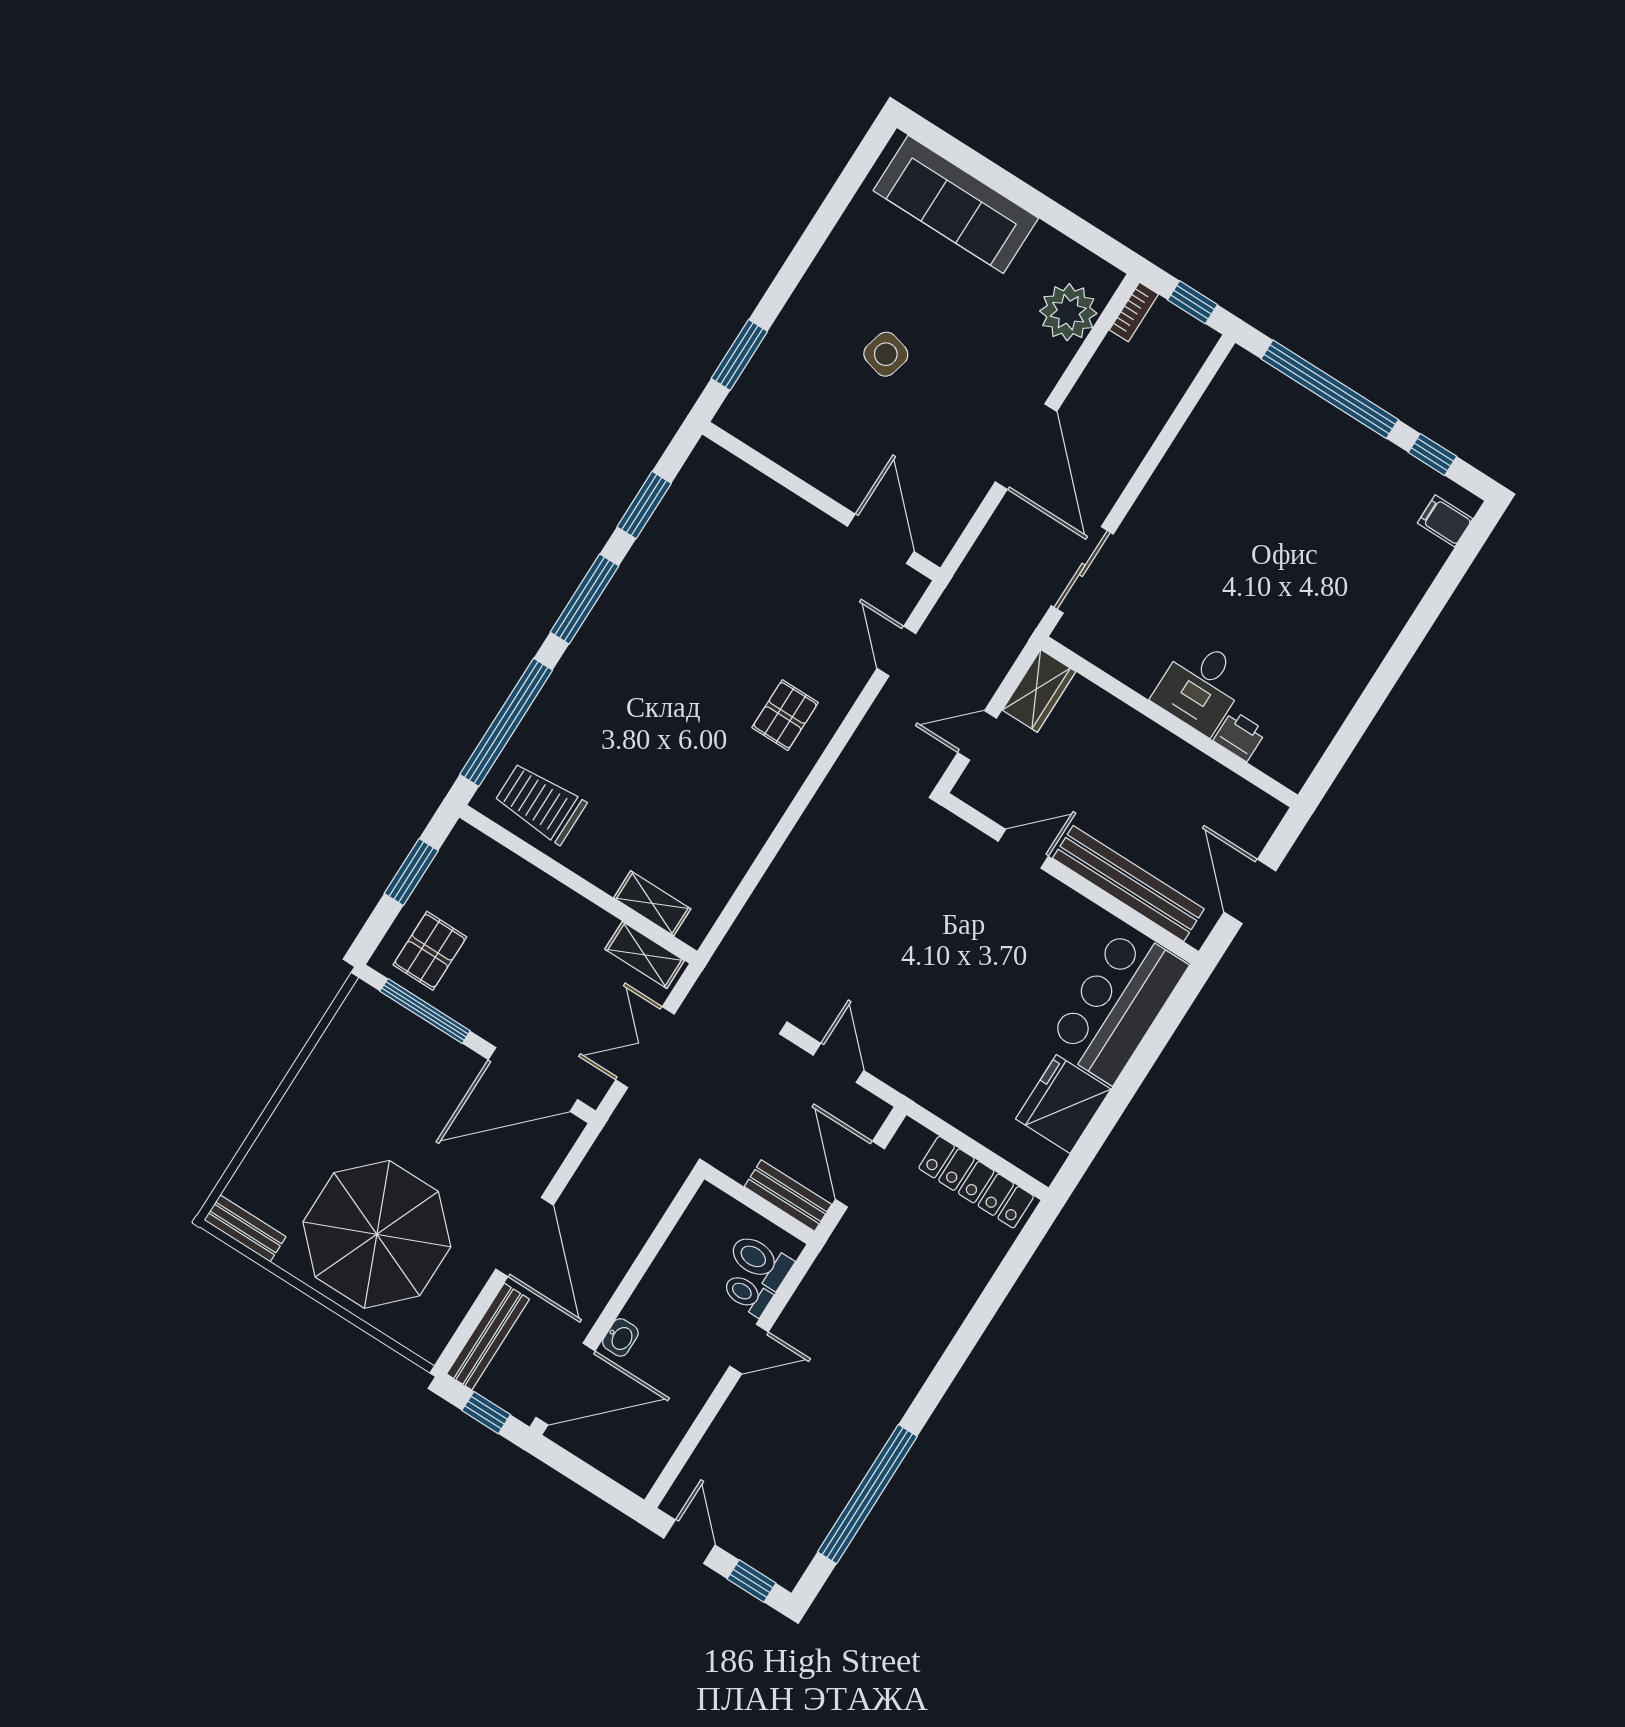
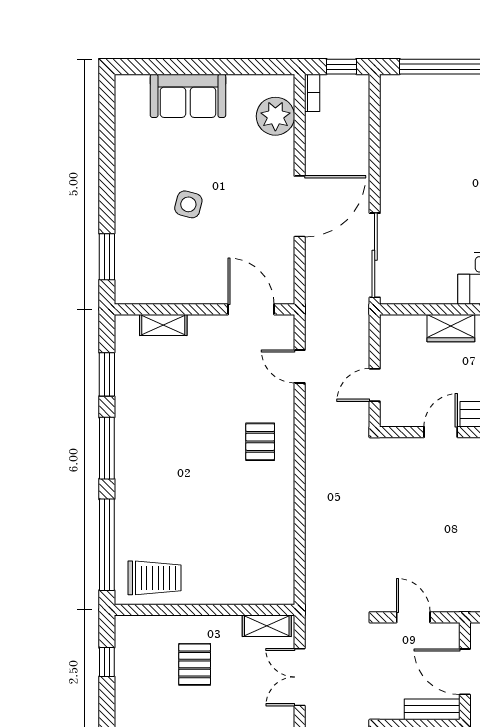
sofa: (956, 204) -> (188, 96), width x0.73
door: (1026, 447) -> (300, 206), hinge flipped
sliding door: (1082, 570) -> (375, 255), width x1.37
wardrobe: (1039, 691) -> (451, 328), moved, turned 90
trolley: (540, 803) -> (154, 578), turned 180
window: (411, 872) -> (107, 662), width x0.67
shelving: (652, 903) -> (163, 325), moved
pallet: (430, 951) -> (195, 664), moved

